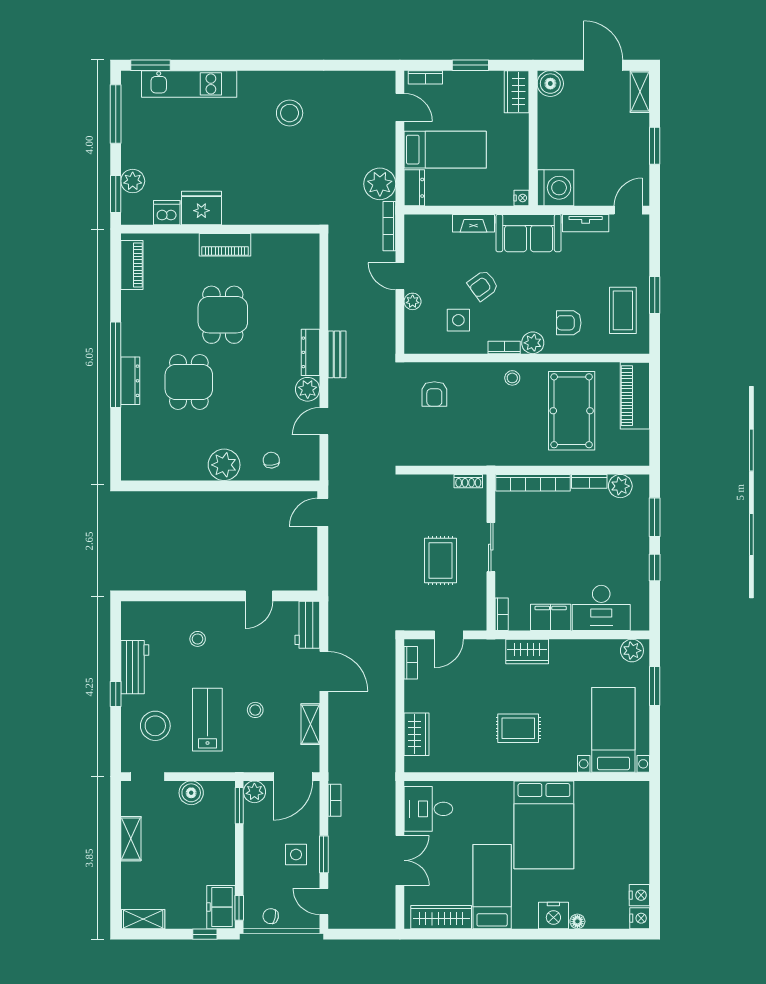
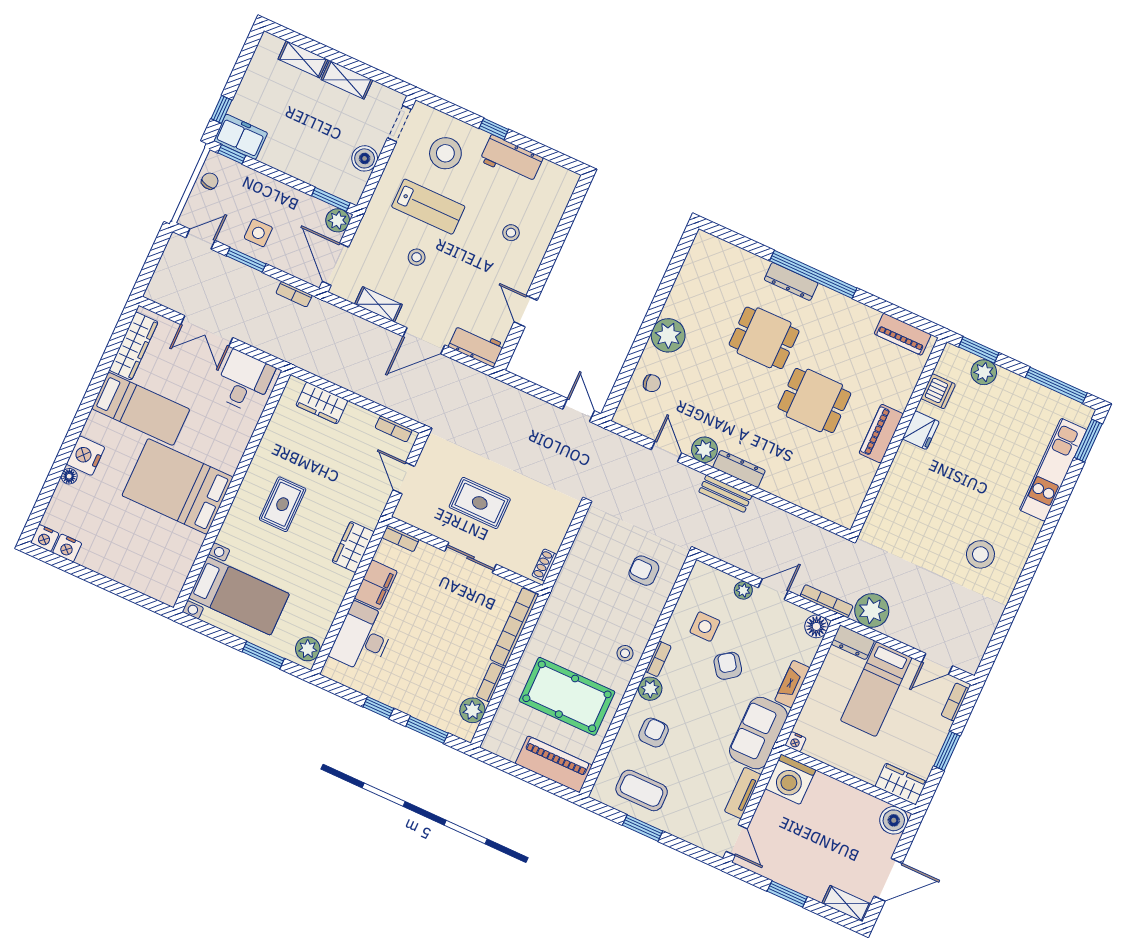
fridge: (201, 208) -> (921, 430), width x0.73, depth x0.75
floor lamp: (415, 225) -> (816, 626), added
shelving: (143, 919) -> (303, 59), moved, turned 90

